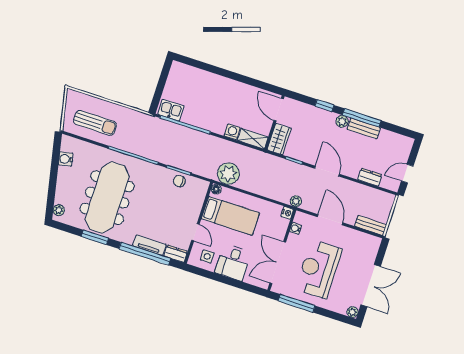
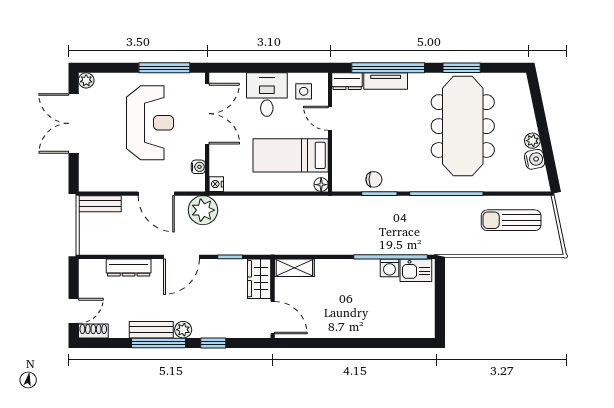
washing machine: (232, 132) -> (389, 268), moved
shoe rack: (403, 140) -> (93, 331), added
door: (327, 171) -> (181, 257), hinge flipped
door: (407, 173) -> (74, 311), moved
plant: (228, 174) -> (312, 211), removed
dresser: (370, 177) -> (129, 268), width x1.44
plant: (296, 201) -> (203, 210), width x1.87, depth x1.87
plant: (59, 210) -> (532, 141), moved

